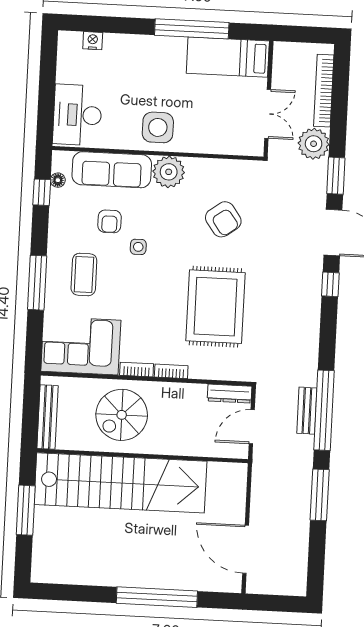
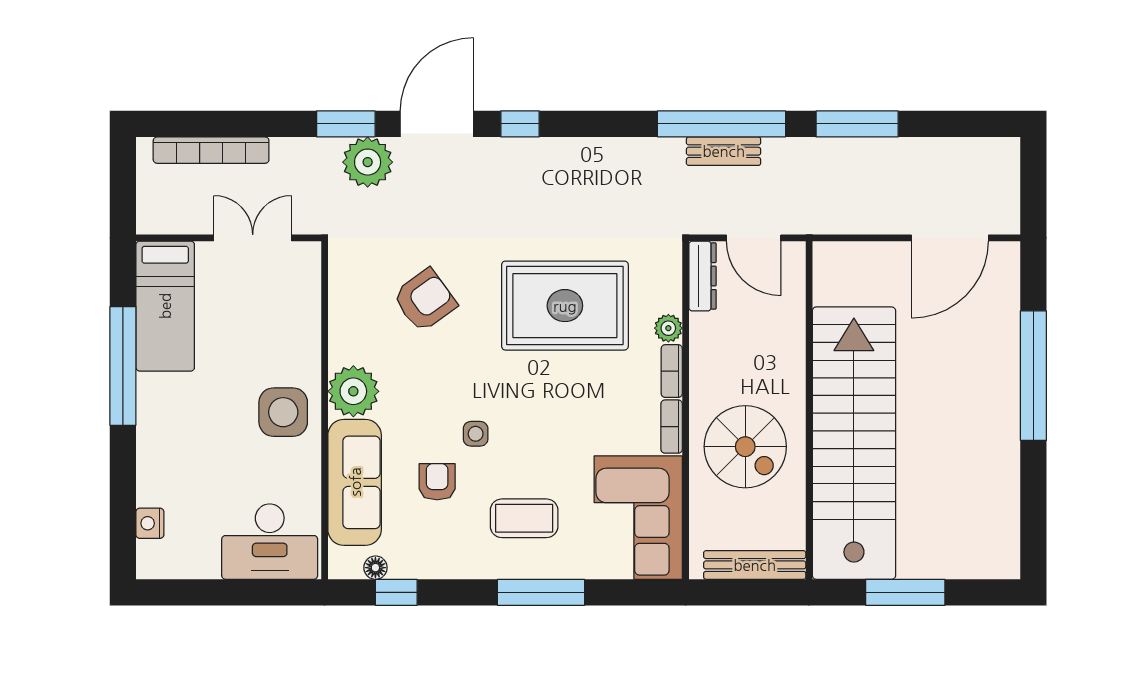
plant: (314, 144) -> (368, 162), moved
armchair: (110, 221) -> (437, 482), turned -90
plant: (198, 371) -> (668, 328), added

